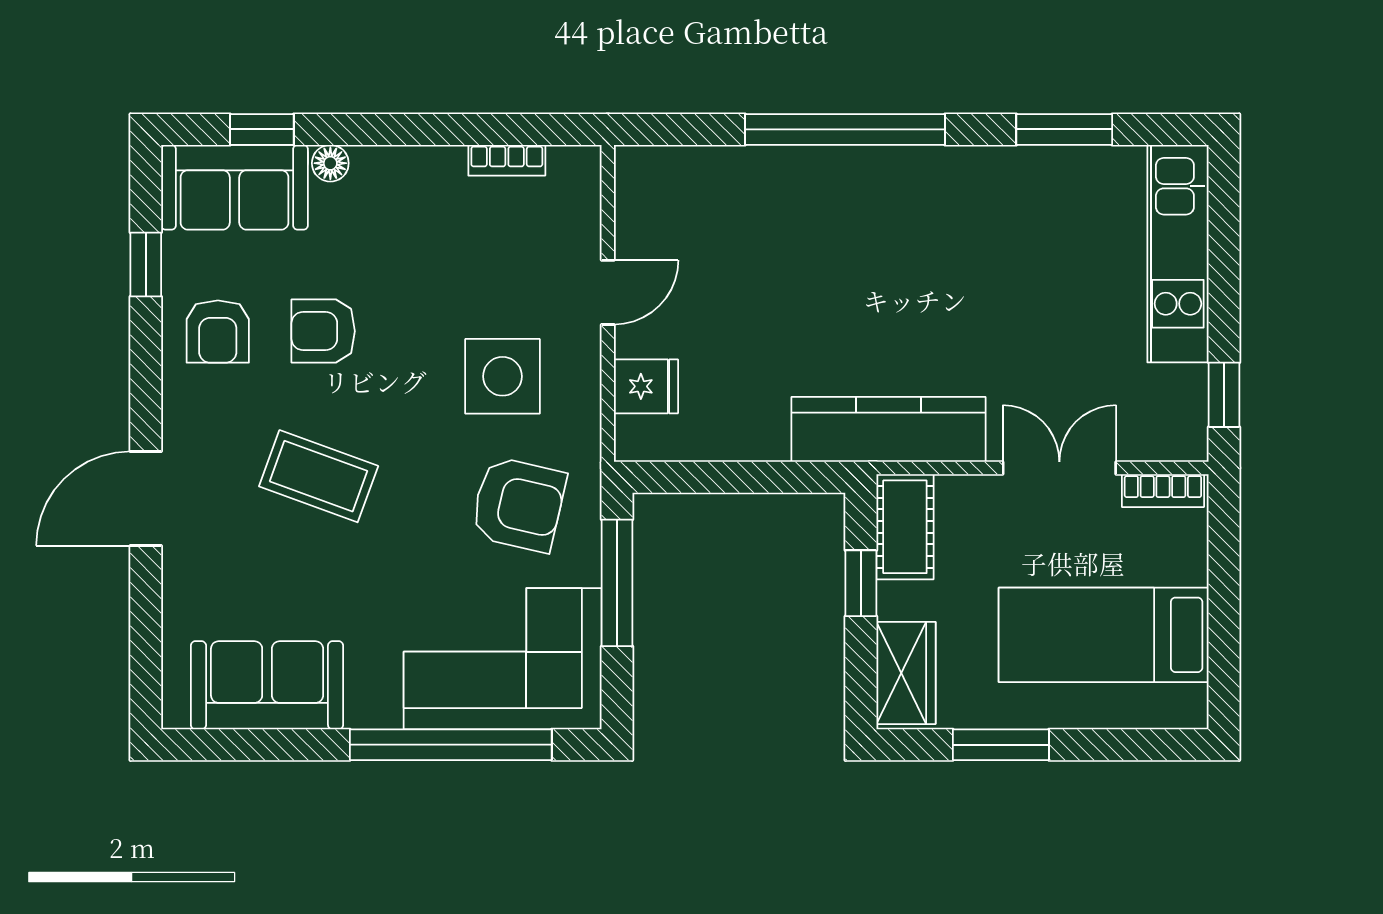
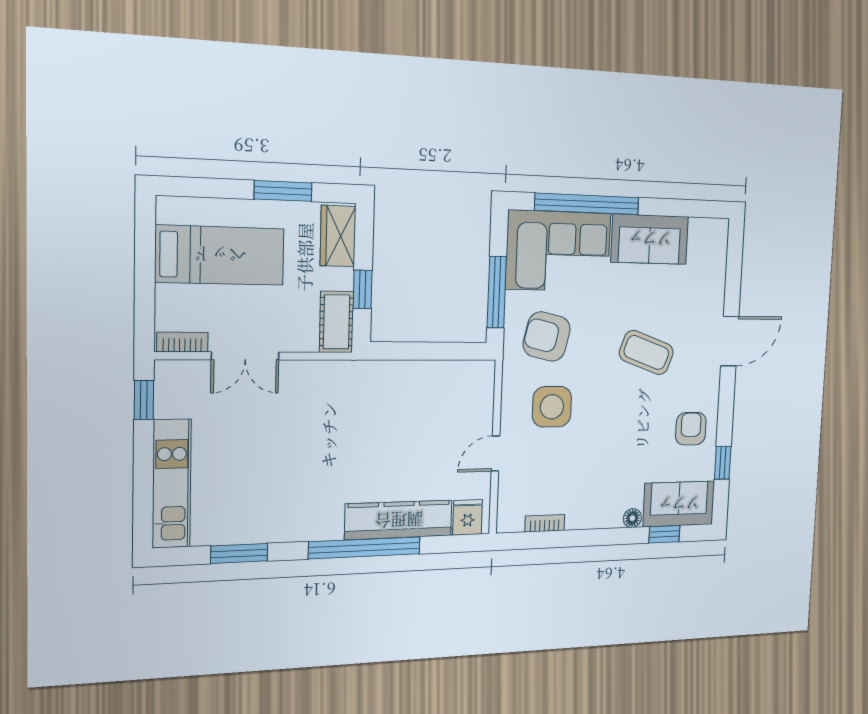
armchair: (323, 331) -> (640, 430), removed
fridge: (646, 386) -> (468, 517), moved, turned 90
kitchen counter: (889, 429) -> (399, 520), moved, turned 180
sofa: (267, 685) -> (650, 239), moved

